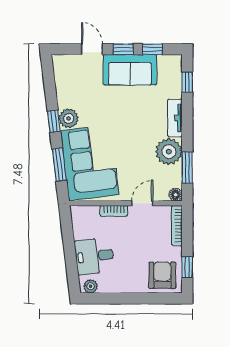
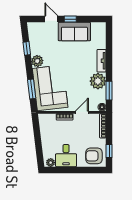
window: (152, 49) -> (88, 19), removed
window: (187, 82) -> (109, 39), removed
window: (54, 121) -> (27, 48), moved
desk: (94, 256) -> (66, 156), moved, turned -83
armchair: (162, 275) -> (94, 156), turned -90

